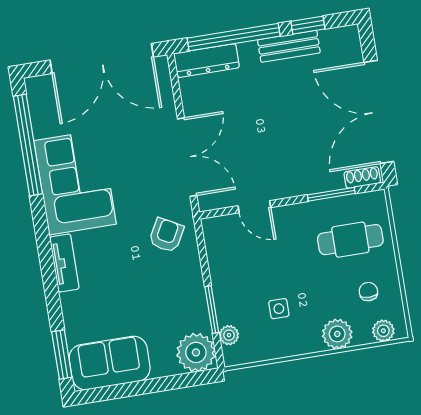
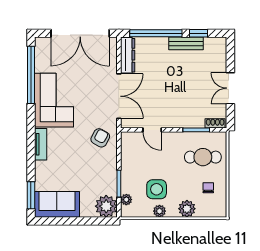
dresser: (207, 61) -> (128, 55), moved, turned -90
double door: (379, 112) -> (230, 88), width x0.54
side table: (279, 309) -> (157, 189), width x1.87, depth x1.87
plant: (383, 331) -> (159, 211), moved

